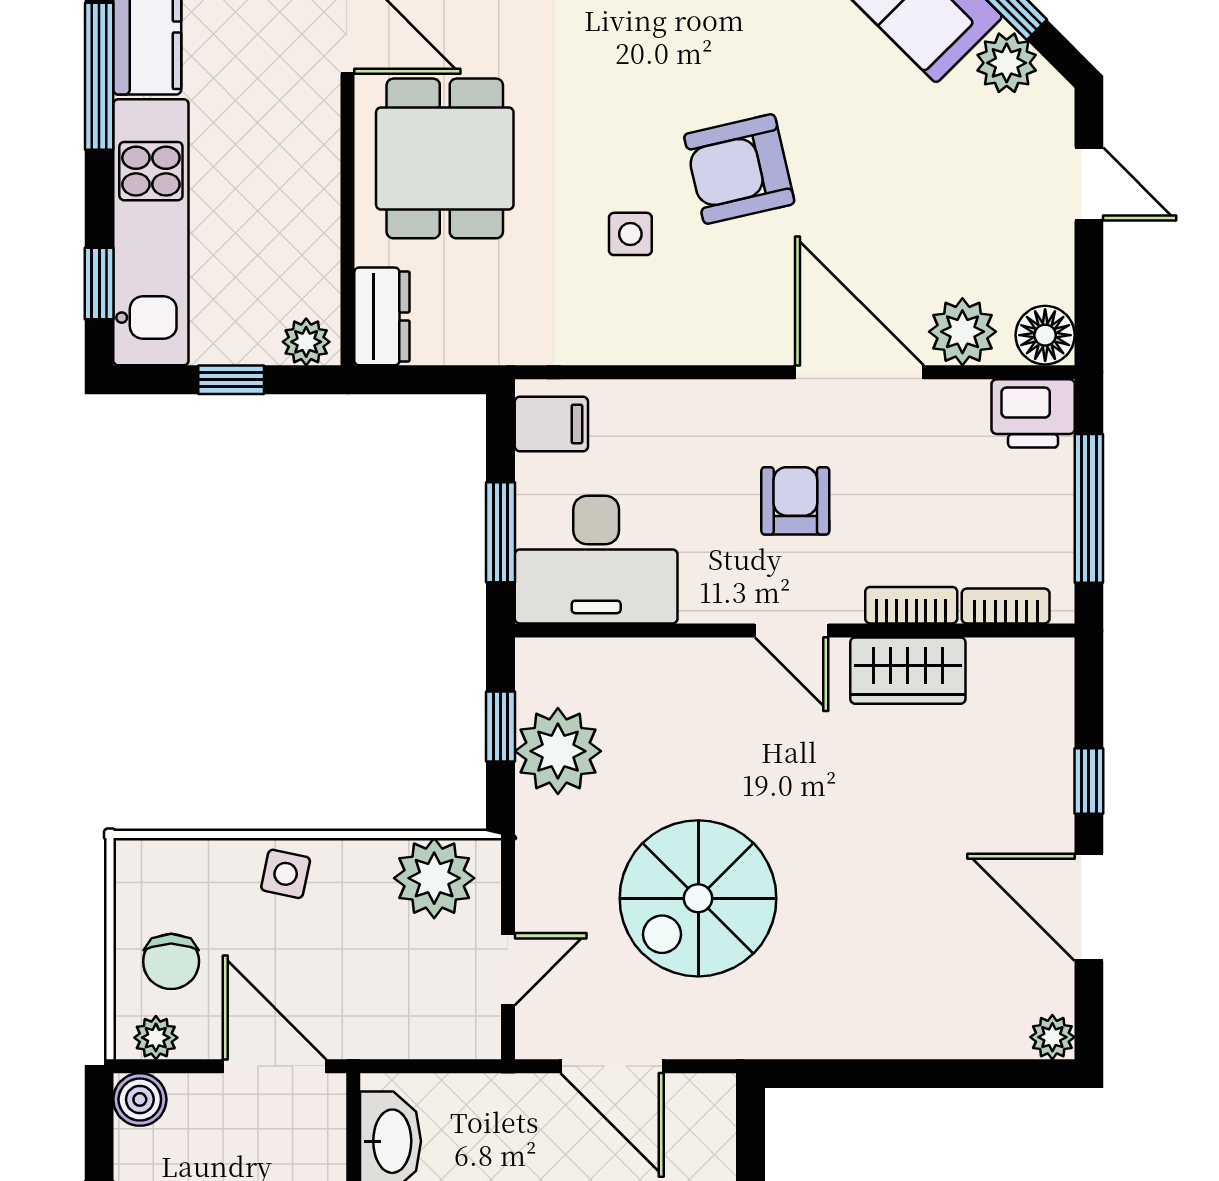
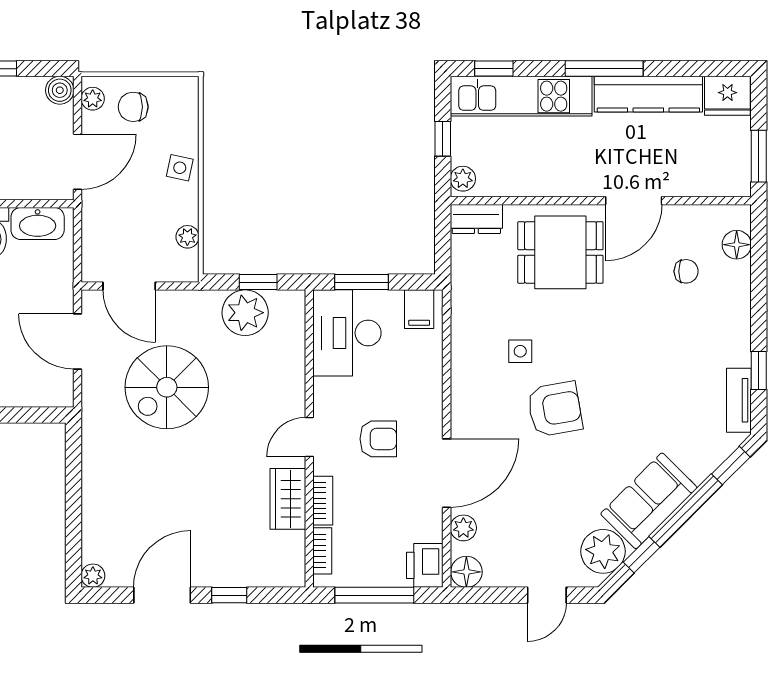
plant: (1007, 63) -> (603, 551), width x1.36, depth x1.36
armchair: (739, 169) -> (555, 409), turned 93
plant: (962, 332) -> (463, 528), width x0.73, depth x0.73
plant: (434, 878) -> (187, 237), width x0.53, depth x0.53
spiral stairs: (698, 898) -> (167, 387), turned -90
door: (508, 969) -> (129, 286), width x1.38
door: (612, 1066) -> (77, 341), hinge flipped

